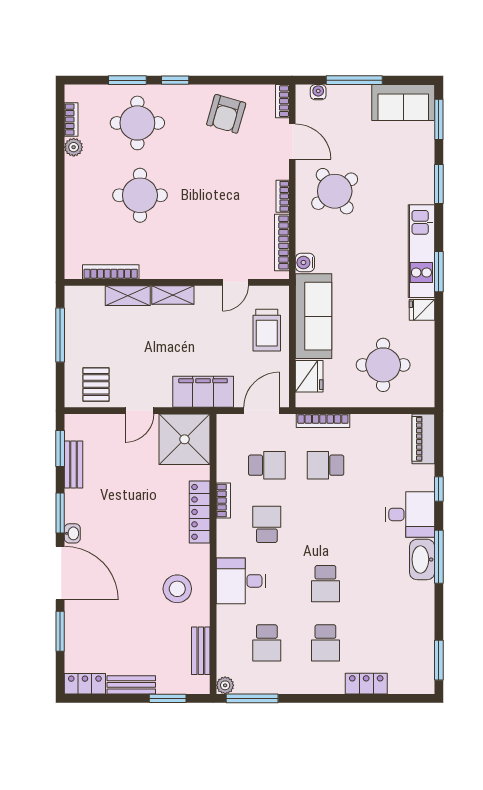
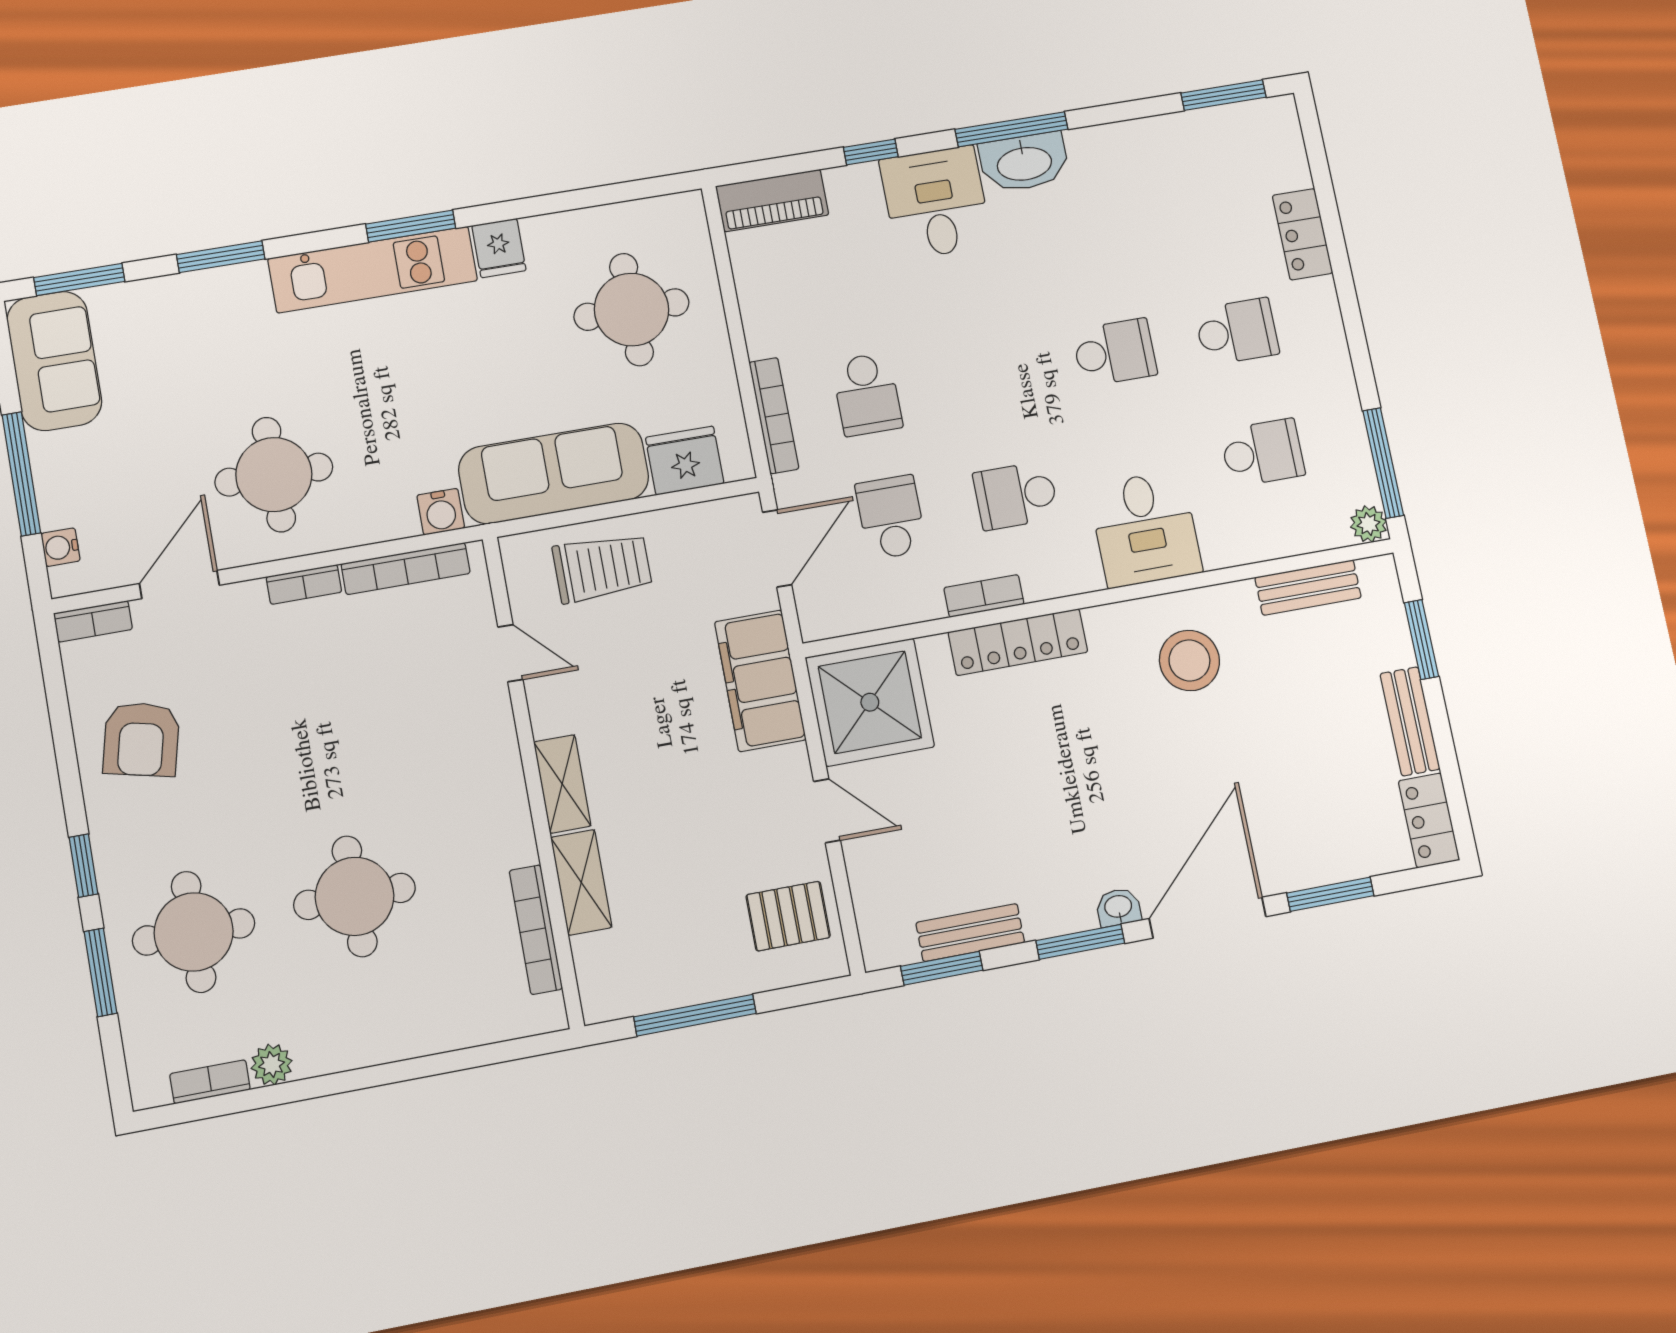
armchair: (226, 114) -> (141, 739), turned 87
round table: (335, 191) -> (274, 475), turned 36
door: (262, 411) -> (777, 548), swing flipped

